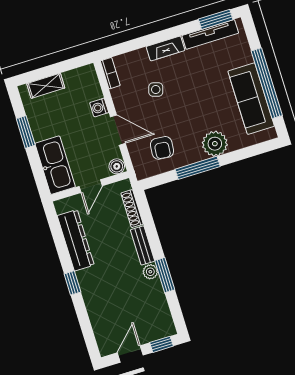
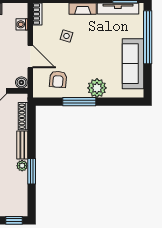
window: (267, 83) -> (148, 37), moved
washing machine: (99, 108) -> (22, 24), moved

